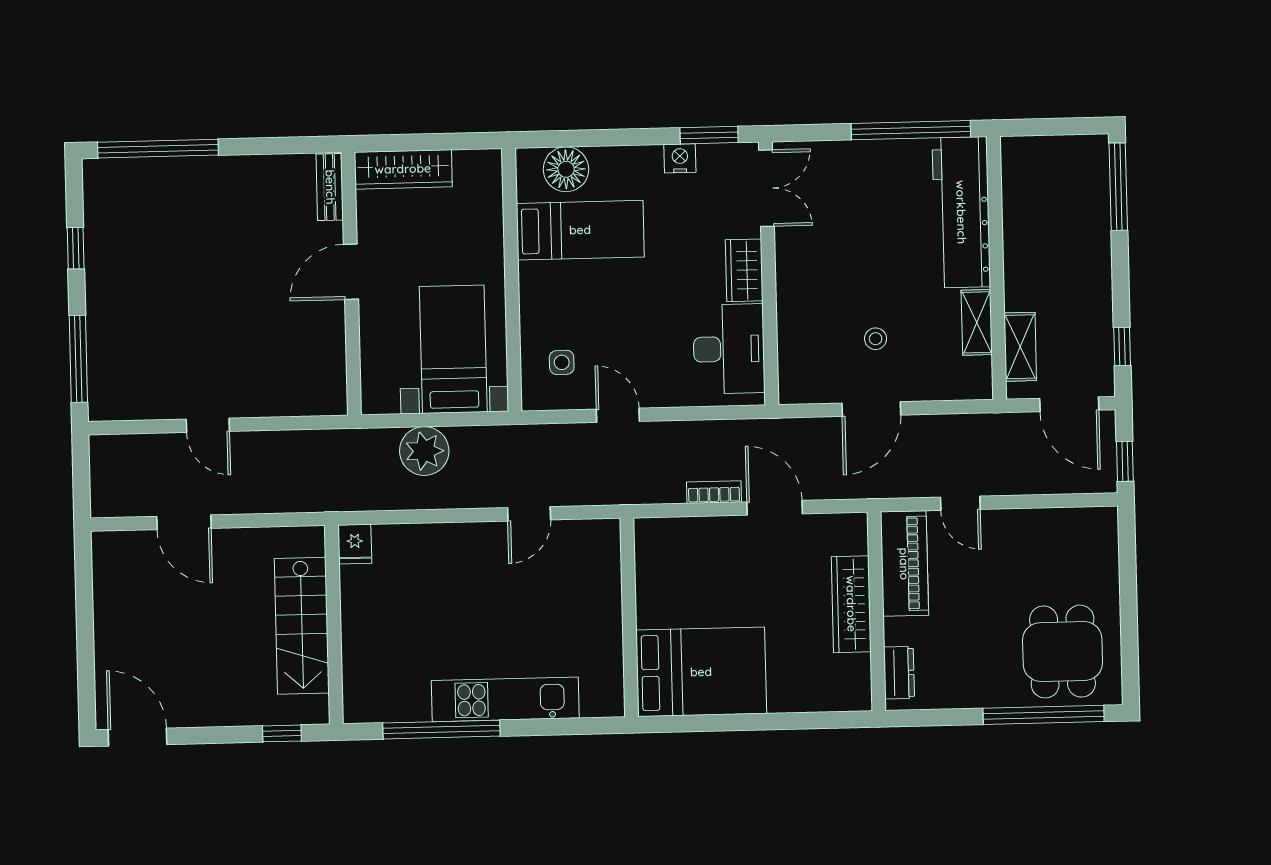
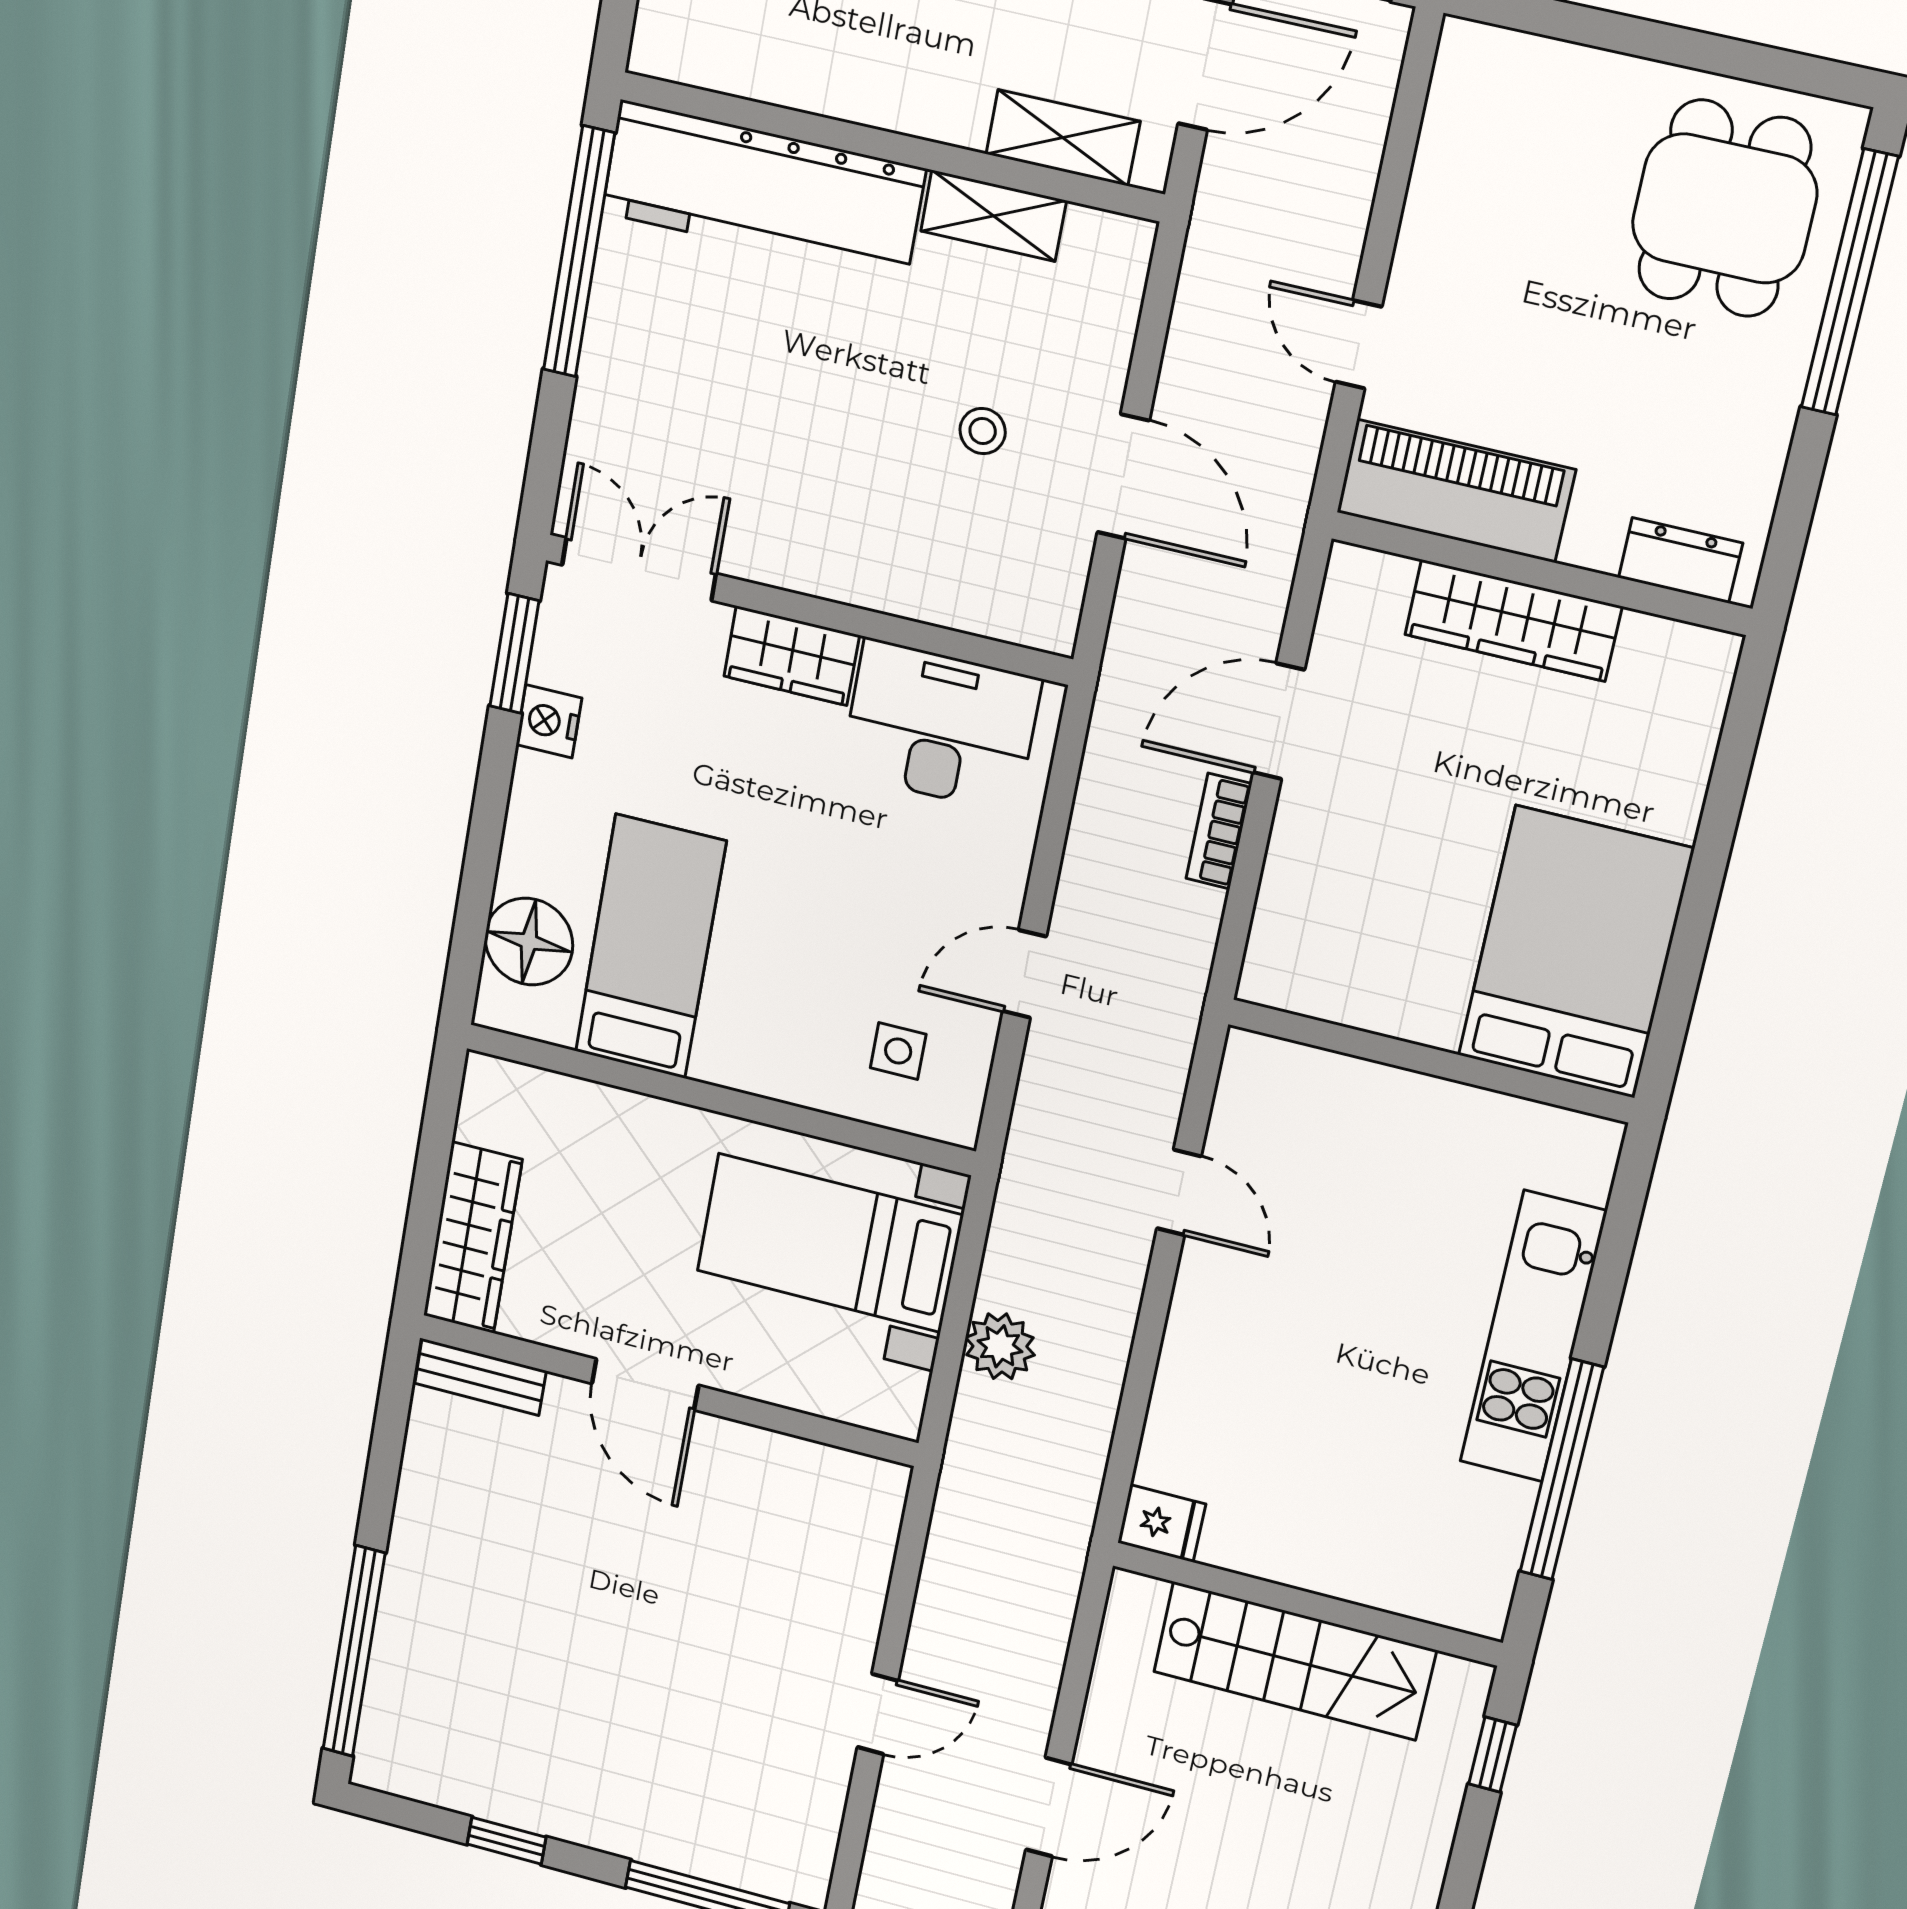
plant: (424, 451) -> (1000, 1346), width x0.73, depth x0.73
door: (960, 503) -> (1359, 344), swing flipped
dining table: (1063, 652) -> (1725, 208), turned 90

